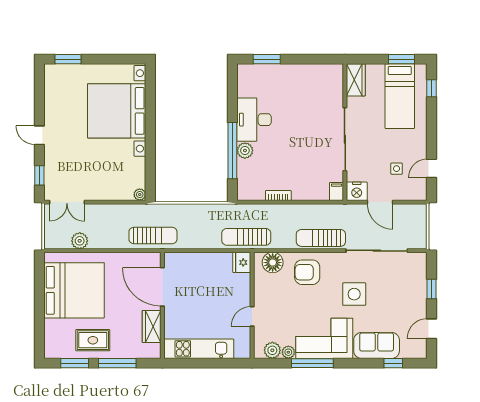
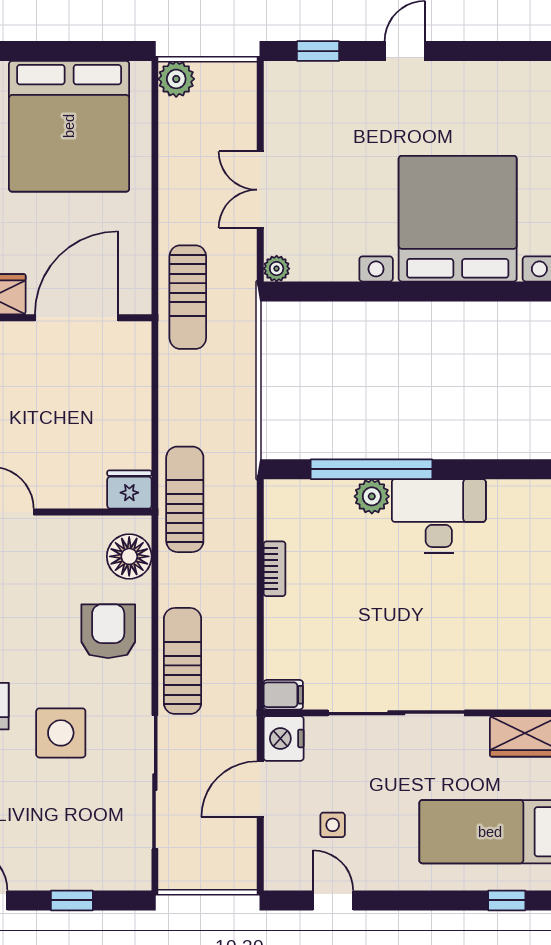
double door: (67, 202) -> (260, 190), moved
plant: (80, 241) -> (176, 79), moved

